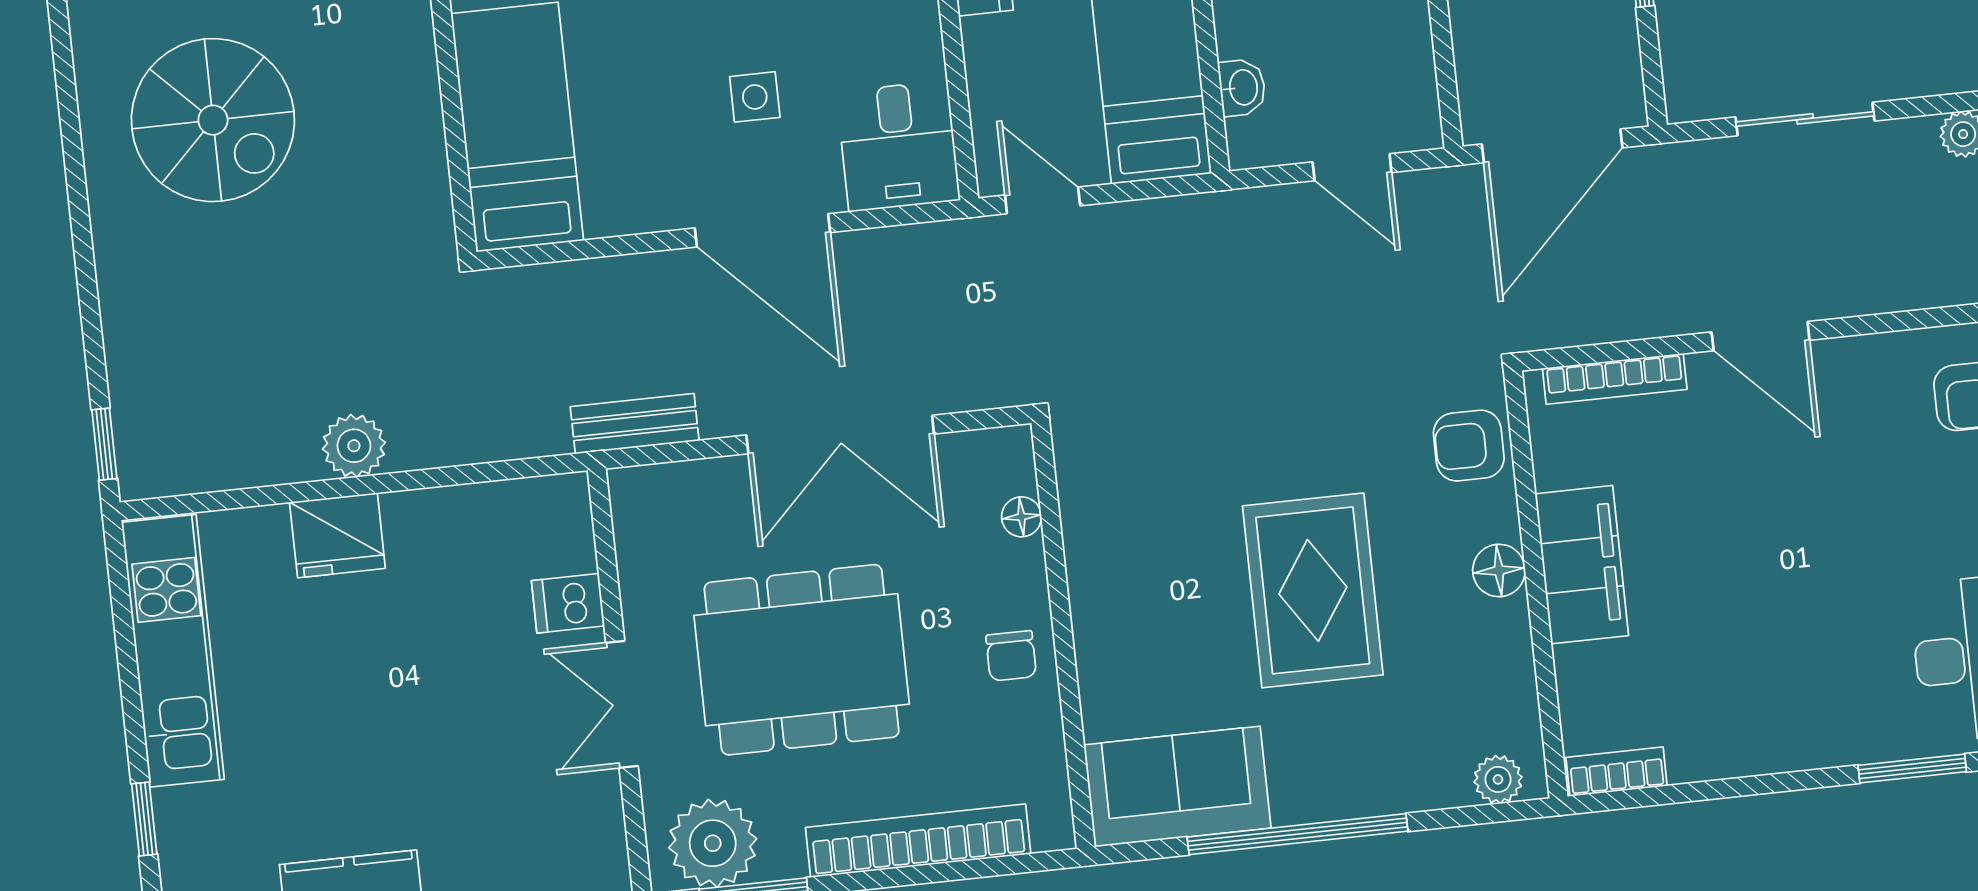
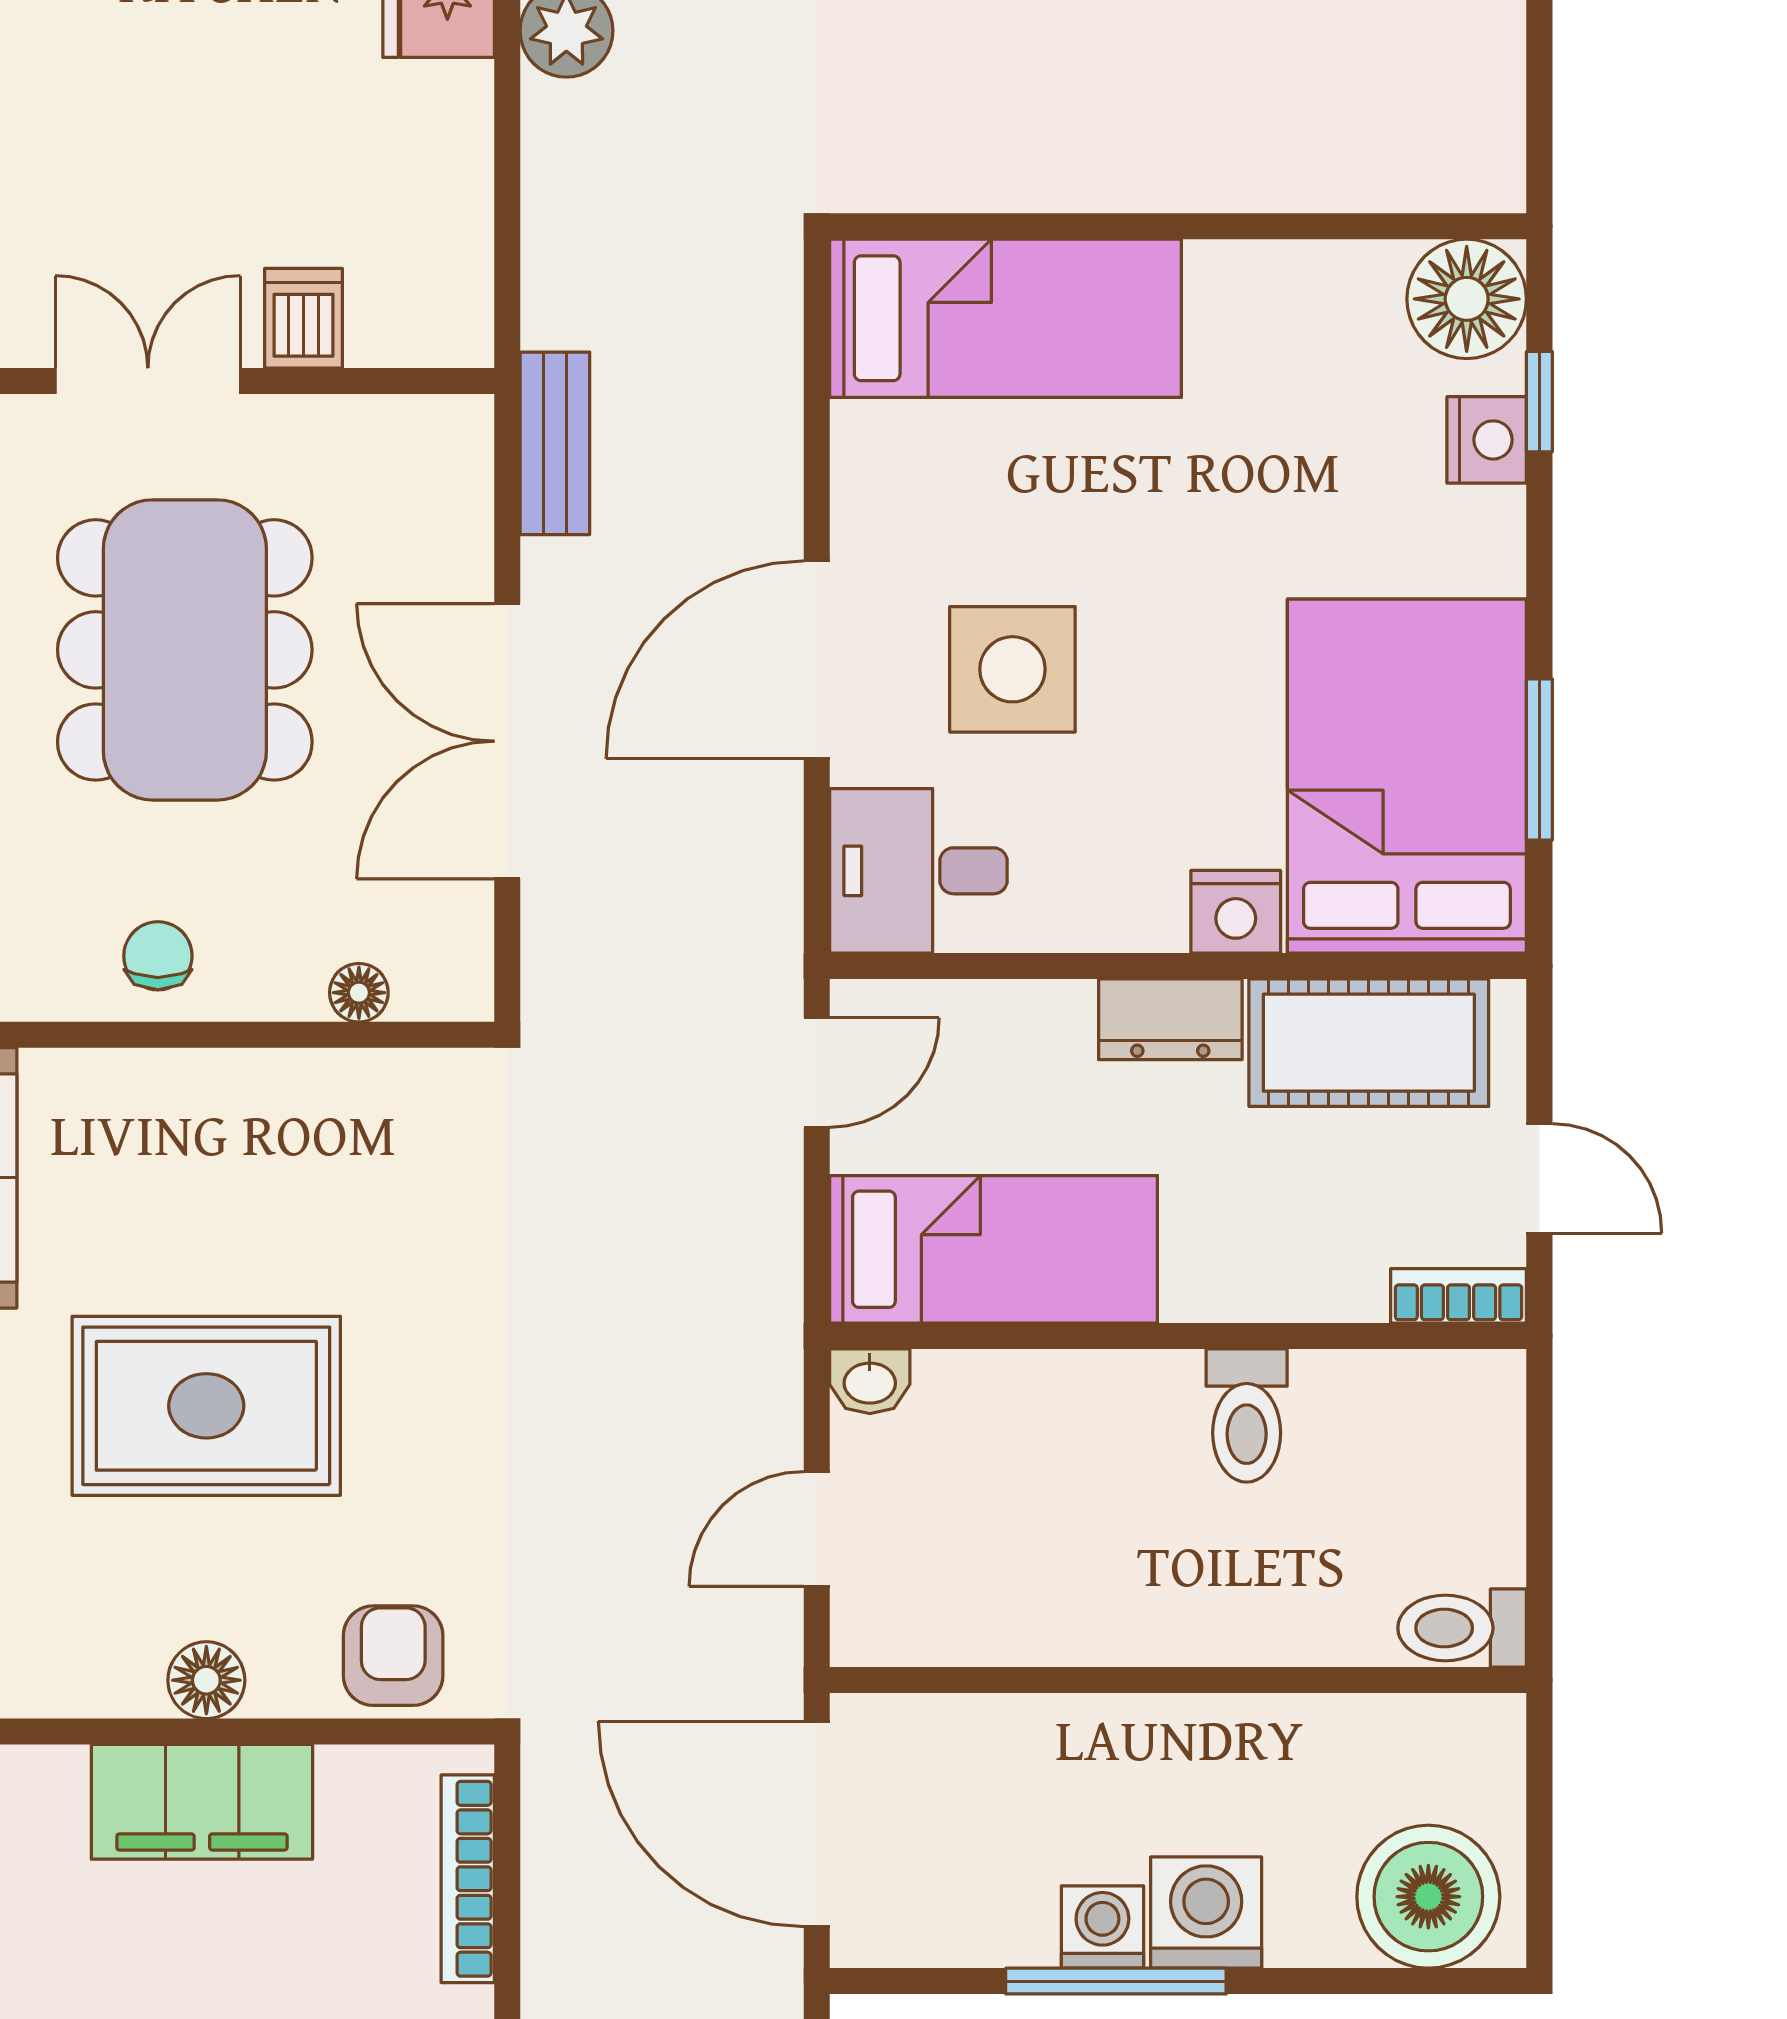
washbasin: (1242, 88) -> (870, 1381), moved
side table: (755, 97) -> (1012, 669), width x1.87, depth x1.87
chair: (1011, 656) -> (158, 956), turned 90

